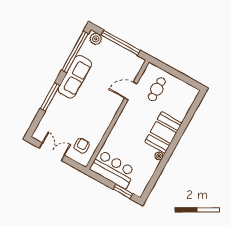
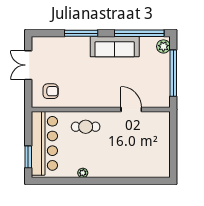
cafe table: (157, 89) -> (86, 127), moved
booth: (163, 132) -> (108, 164), removed
double door: (52, 152) -> (28, 65), swing flipped
bar counter: (113, 169) -> (44, 143), width x1.36

